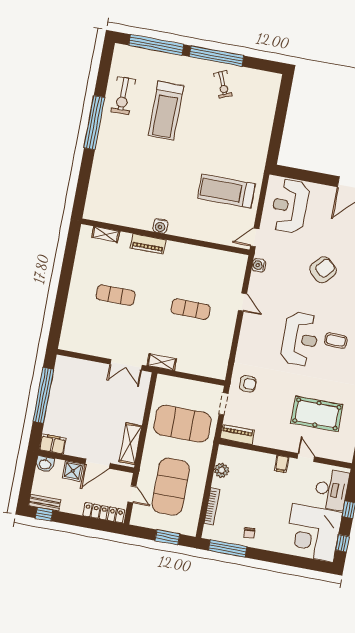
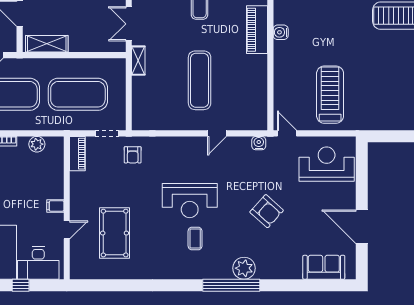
piano: (148, 244) -> (257, 30), width x1.37, depth x1.33
exercise mat: (191, 309) -> (200, 80), width x1.36, depth x1.45
exercise mat: (182, 424) -> (78, 94), turned 90

